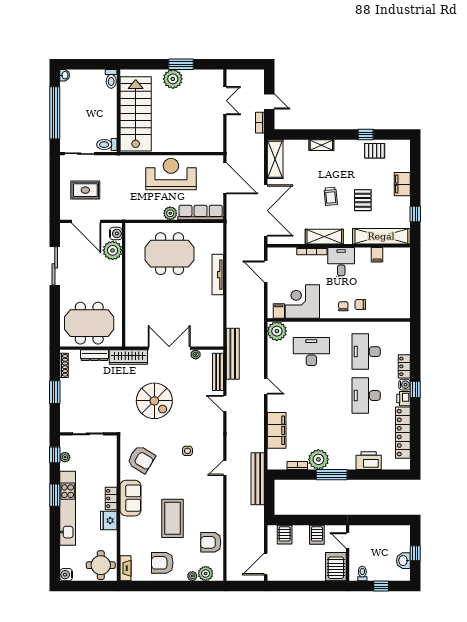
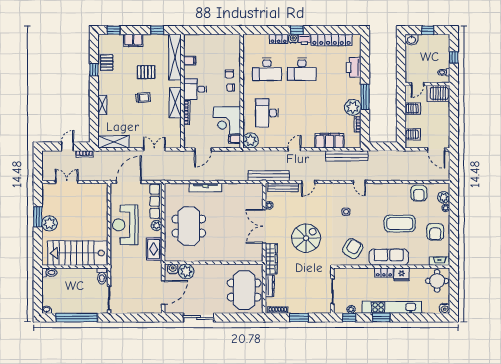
window: (415, 159) -> (114, 30), added
rug: (85, 190) -> (154, 249), moved
double door: (266, 211) -> (154, 149), width x0.54
bench: (258, 479) -> (347, 156), moved
sofa: (130, 498) -> (389, 257), width x1.36
washbasin: (403, 561) -> (412, 40), moved

